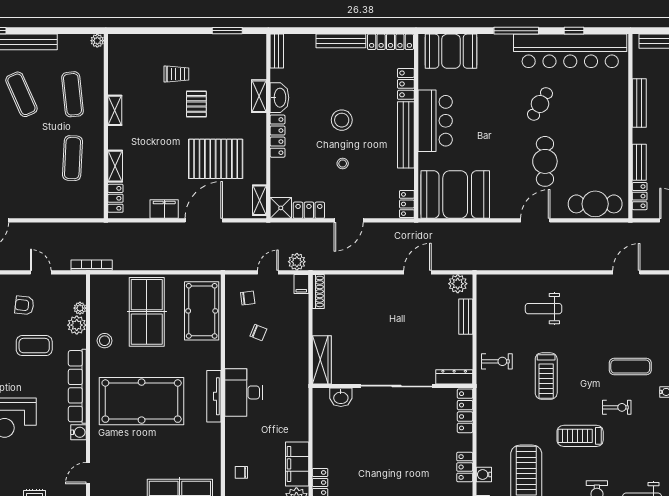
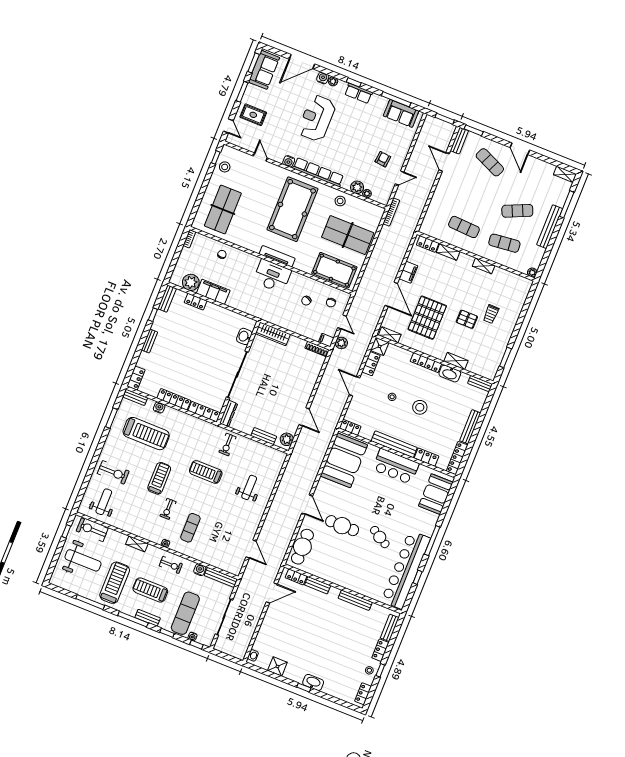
coffee table: (34, 346) -> (355, 155), removed
locker: (465, 467) -> (174, 399), width x1.53

